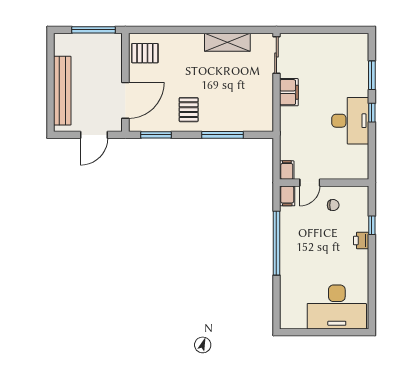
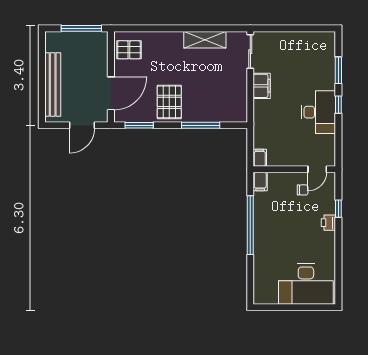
pallet: (189, 110) -> (169, 102), width x1.50, depth x1.42
door: (310, 183) -> (317, 169), moved

